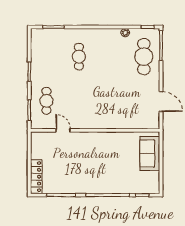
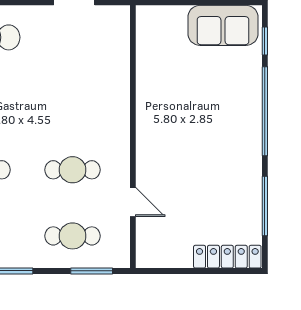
cafe table: (79, 101) -> (73, 170), added
door: (63, 130) -> (133, 202), swing flipped
sofa: (150, 154) -> (223, 25), moved

